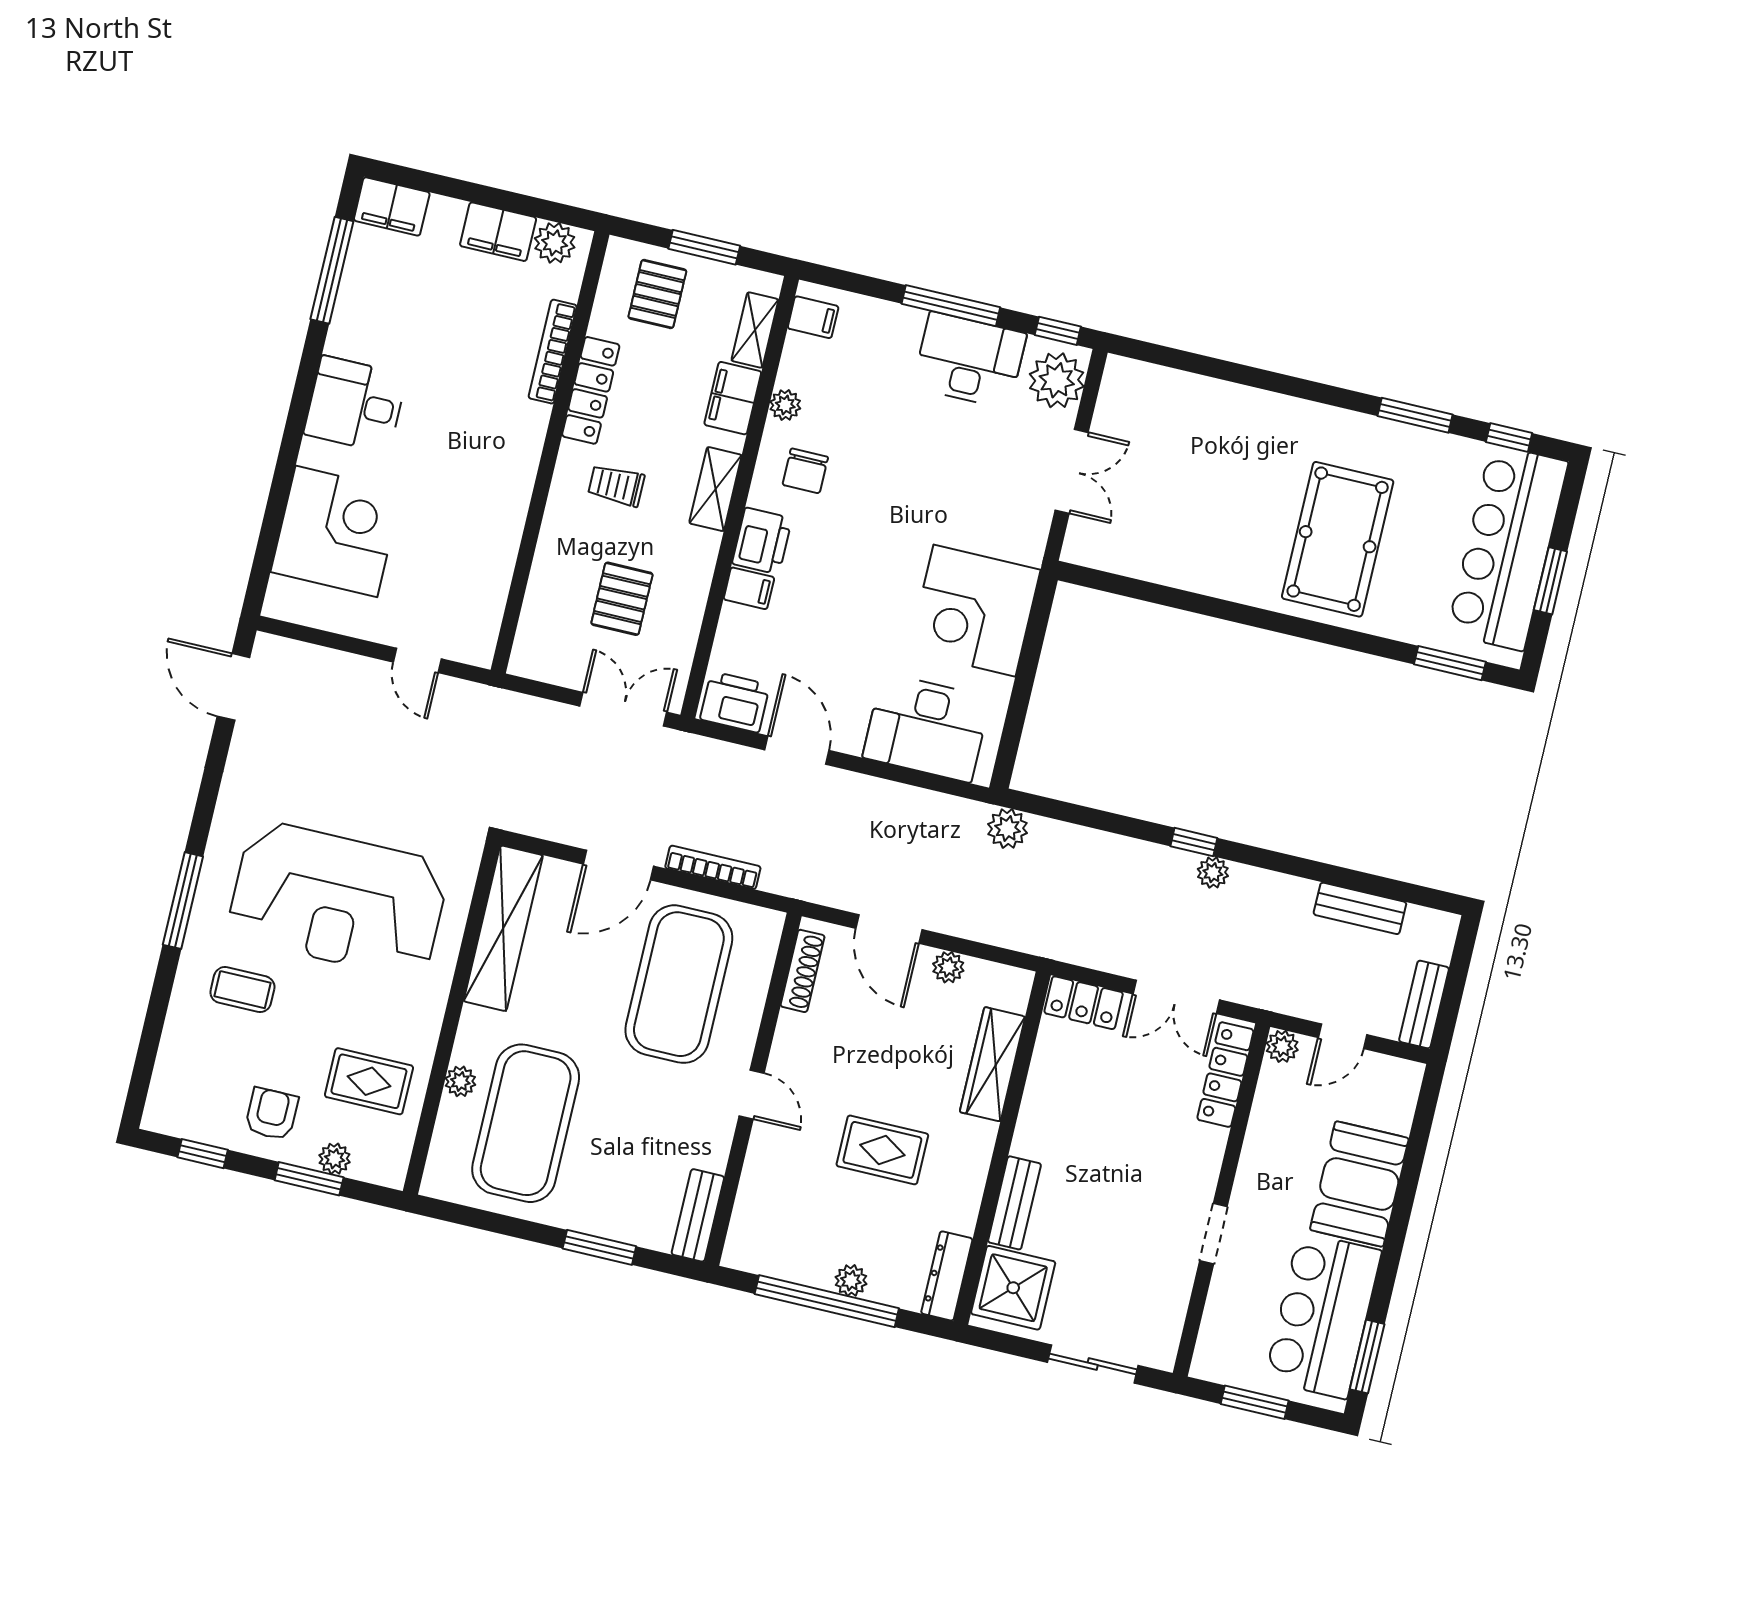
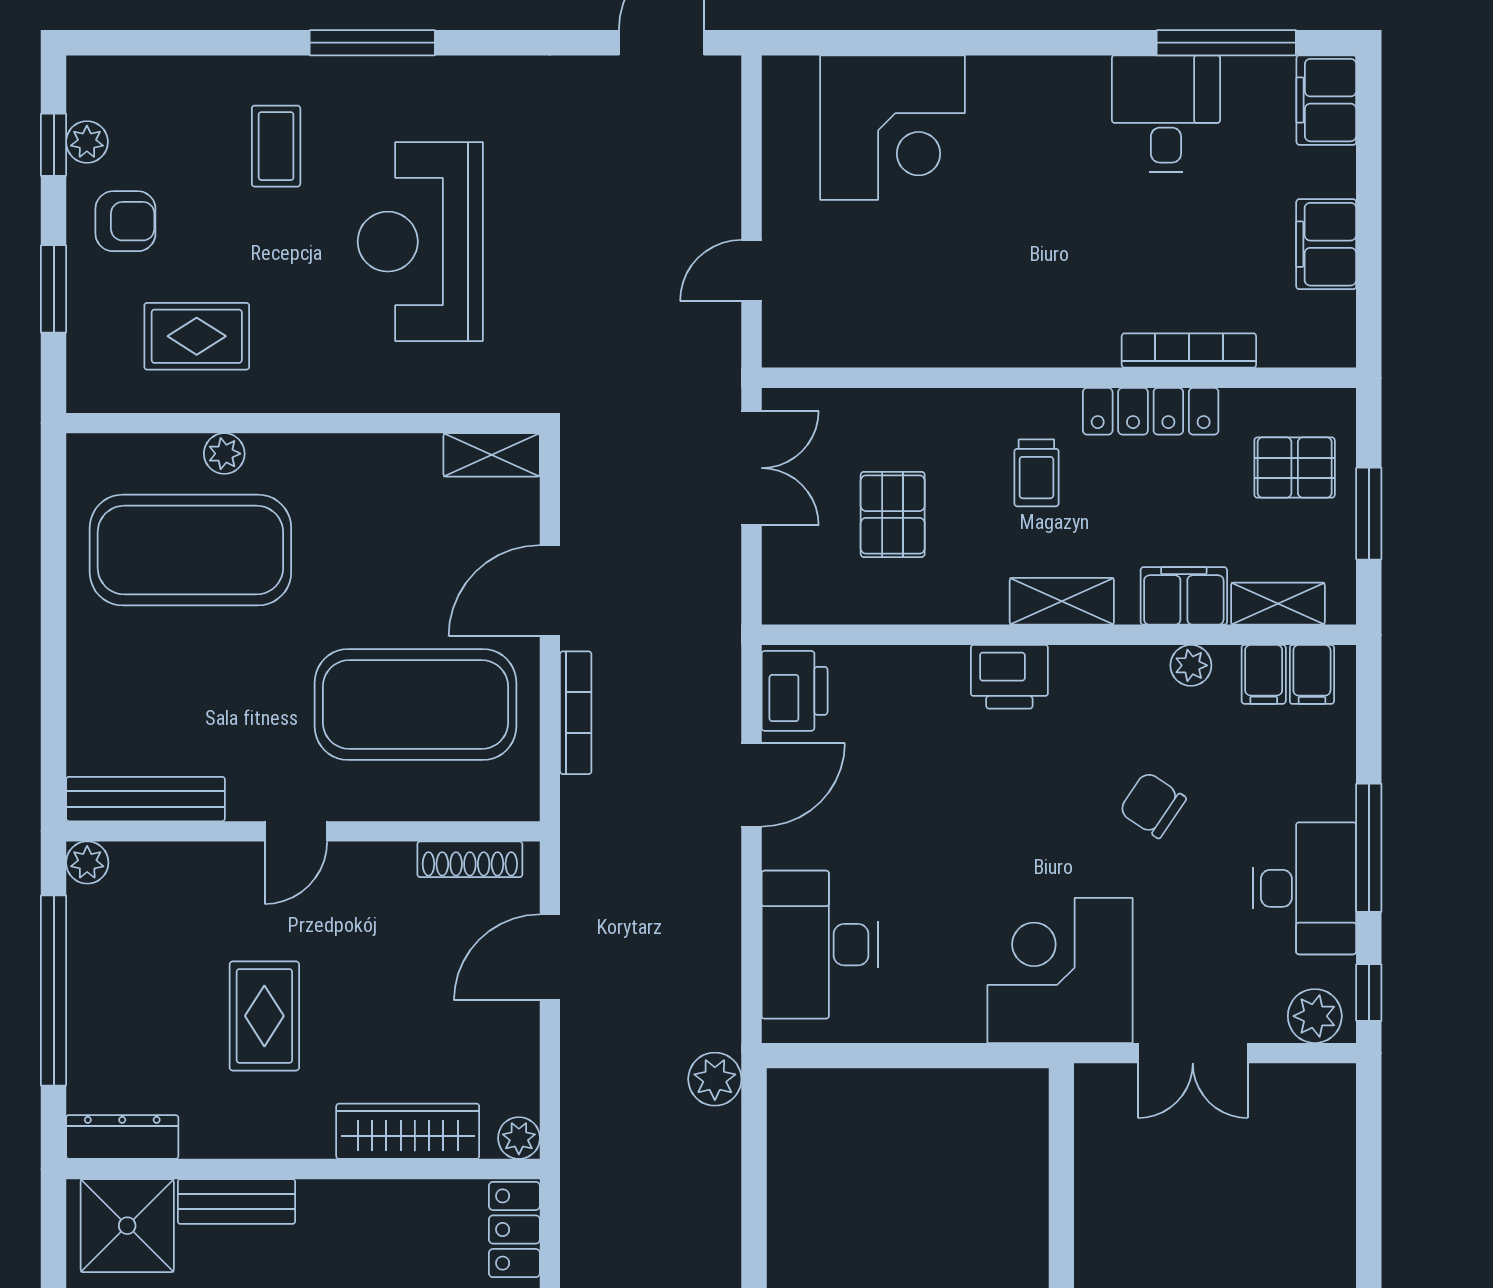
plant: (555, 243) -> (1329, 320), removed
plant: (1057, 380) -> (1315, 1016), width x0.73, depth x0.73
desk: (355, 405) -> (1166, 114), moved
chair: (805, 471) -> (1152, 805), moved, turned 34
trolley: (616, 485) -> (1036, 473), turned 180
filing cabinet: (749, 588) -> (1264, 674), moved
pallet: (622, 599) -> (893, 514), turned 90
corner desk: (974, 611) -> (1060, 970), moved
double door: (623, 709) -> (751, 468), moved
door: (618, 865) -> (550, 591), hinge flipped
reception desk: (338, 900) -> (420, 242), width x0.74, depth x0.77
shelving: (503, 928) -> (492, 455), width x0.45, depth x0.75
plant: (948, 967) -> (519, 1138), moved
rug: (369, 1081) -> (197, 336), turned 90
plant: (335, 1159) -> (87, 142), moved
bench: (698, 1215) -> (146, 799), width x1.36
window: (599, 1247) -> (54, 682), removed
plant: (851, 1281) -> (87, 863), moved

